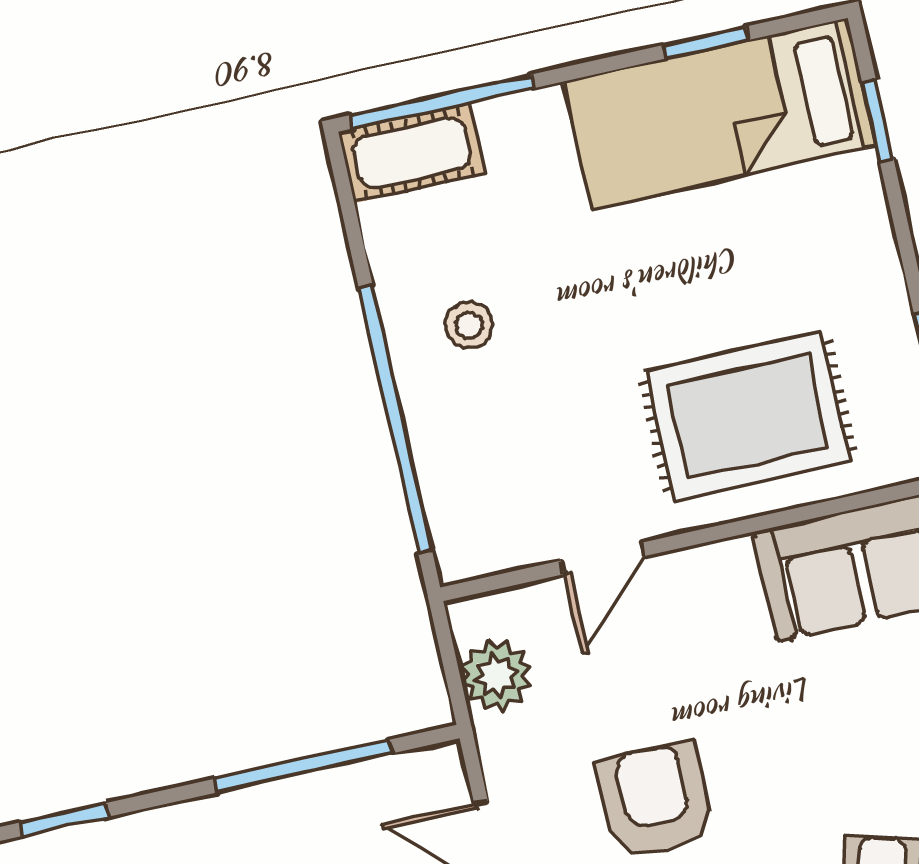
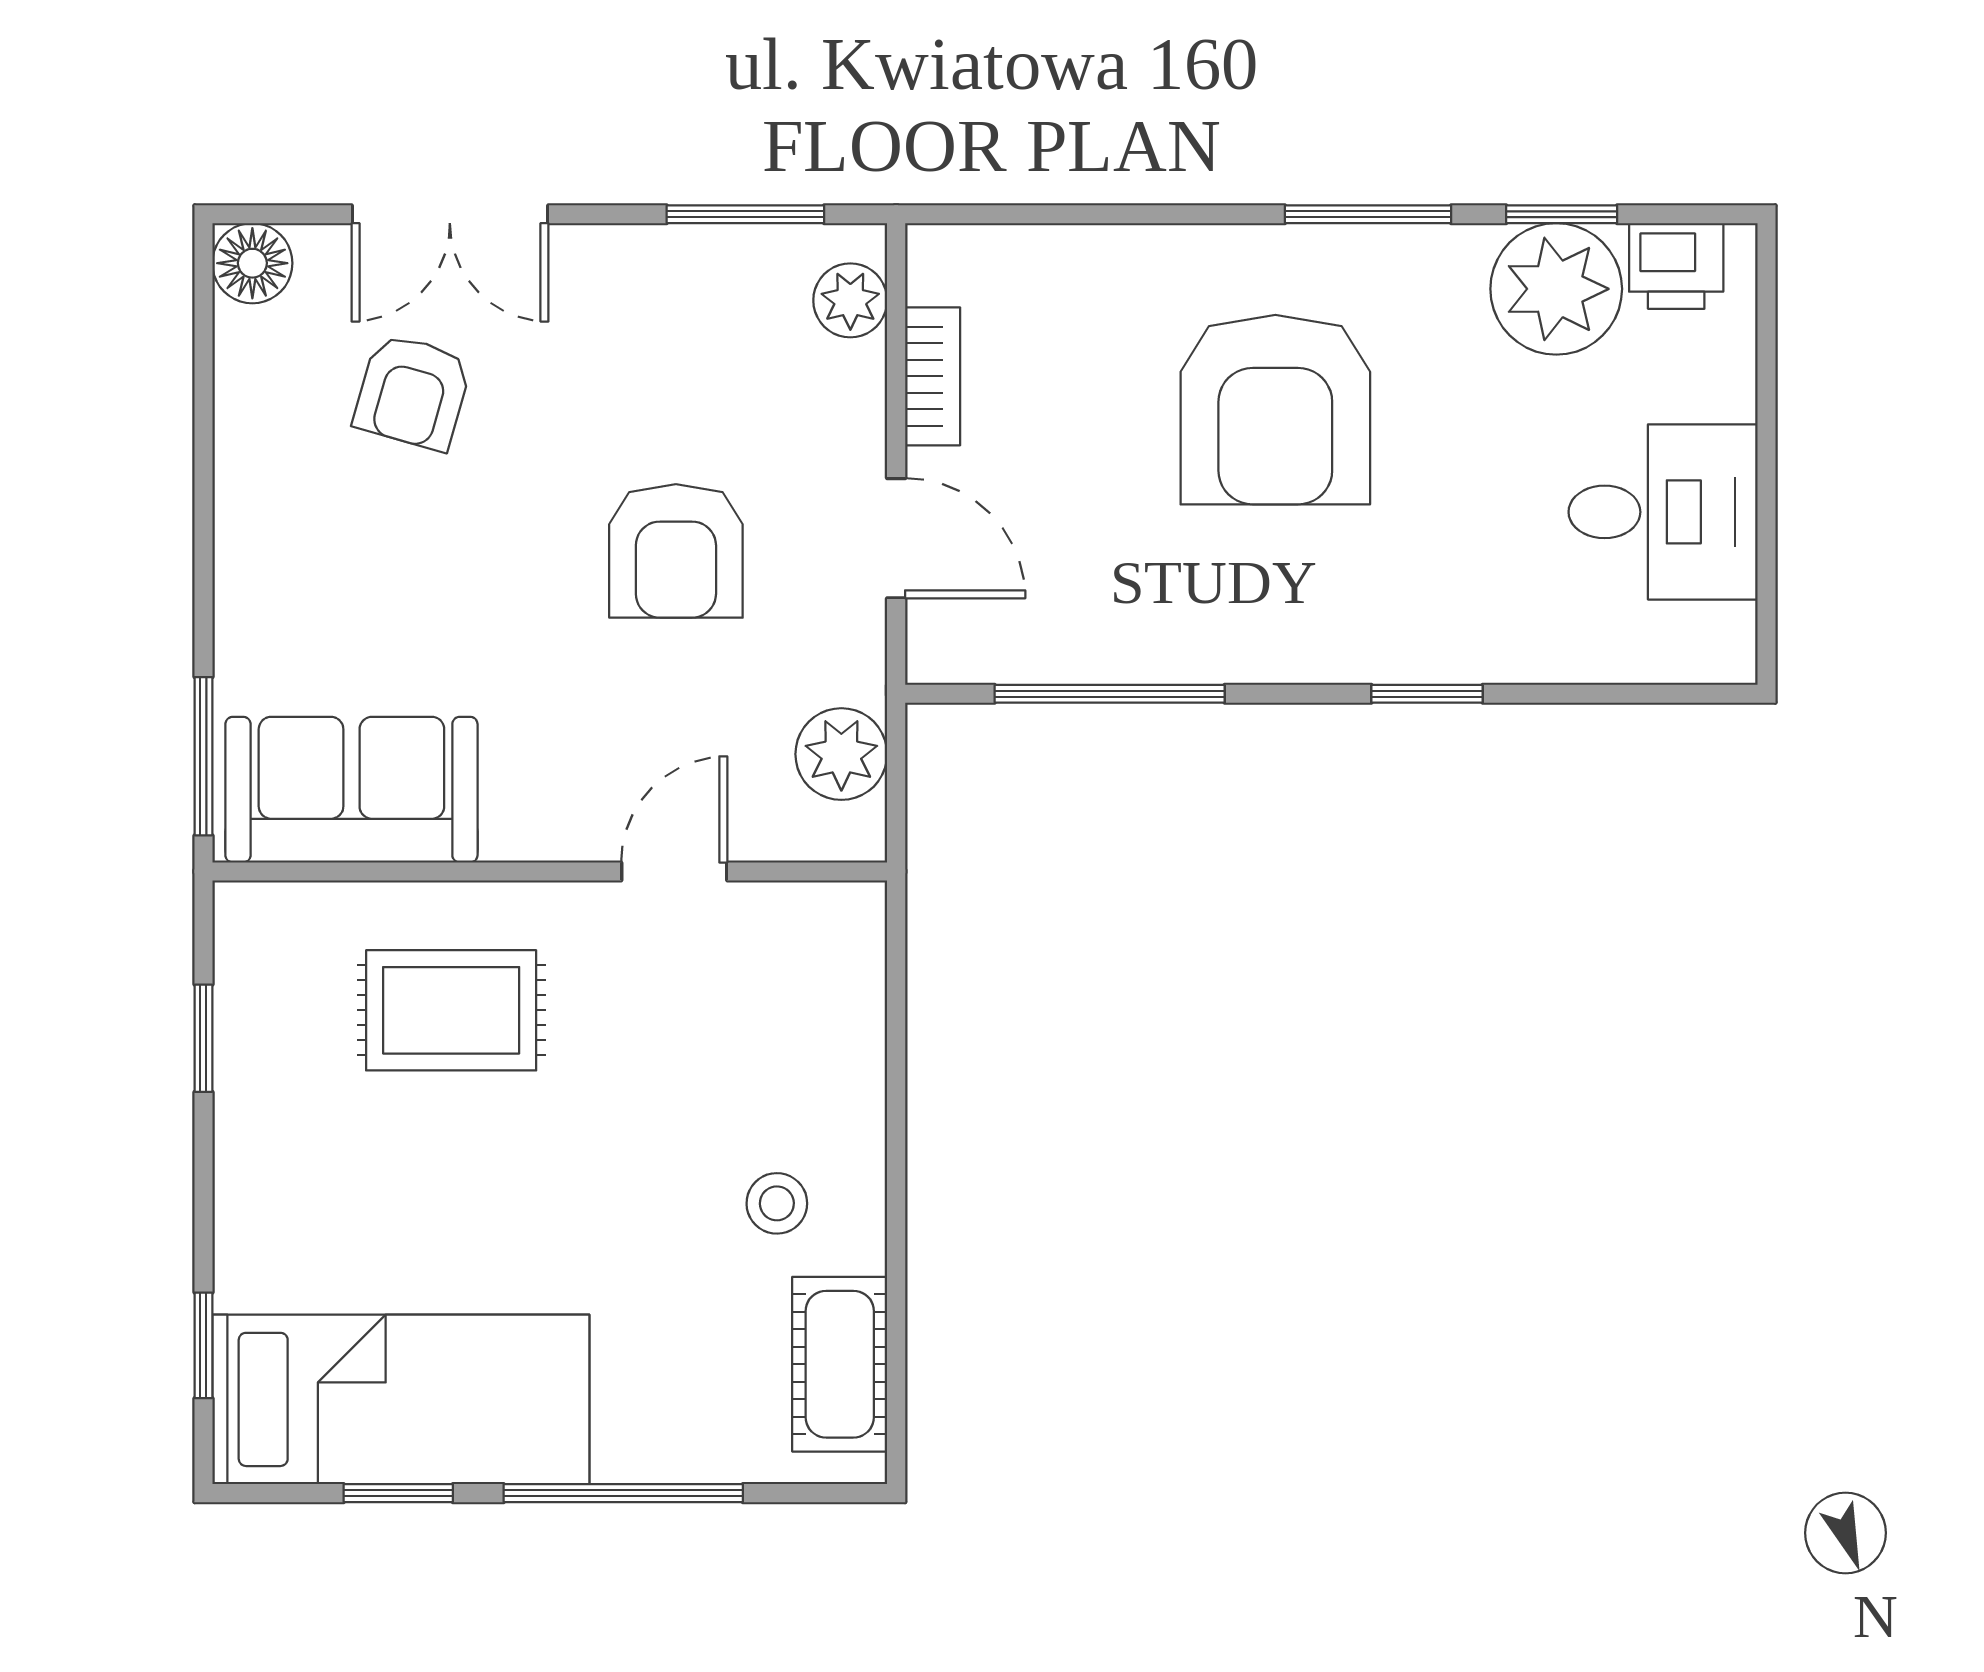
window: (442, 102) -> (623, 1493), moved
cot: (412, 153) -> (840, 1364), moved, turned 90
rug: (747, 416) -> (451, 1010), width x0.73, depth x0.70
window: (396, 420) -> (896, 1105), removed

